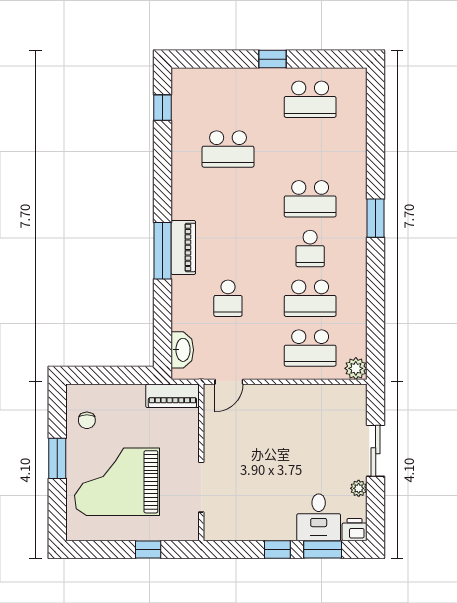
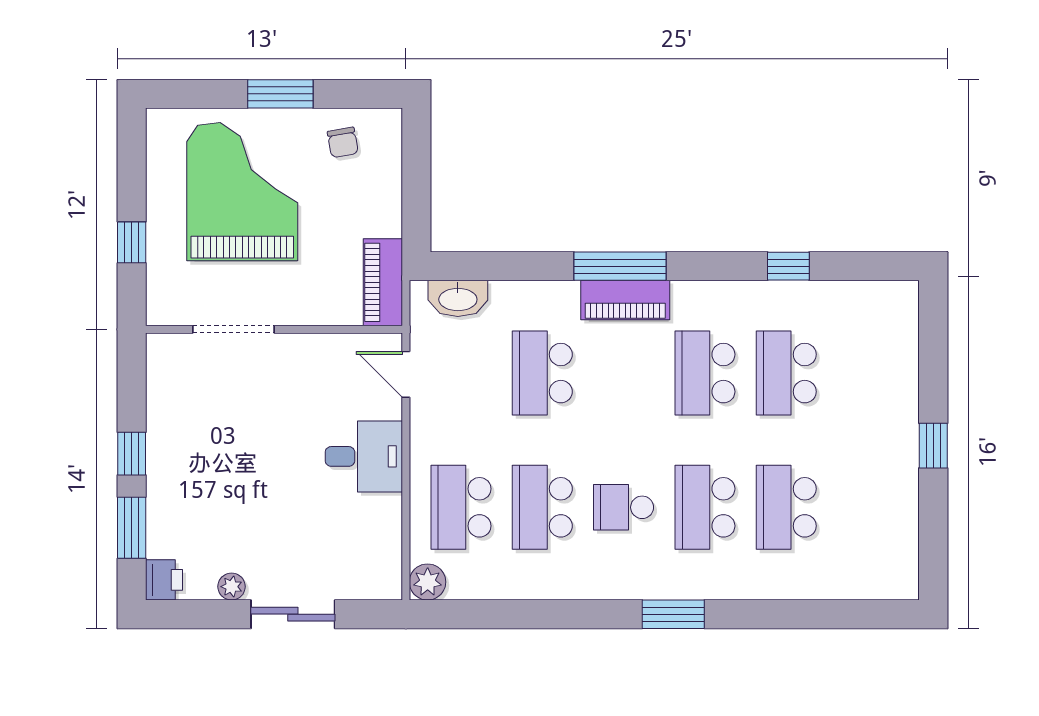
school desk: (310, 99) -> (786, 507), moved
window: (163, 108) -> (788, 266), moved
school desk: (228, 199) -> (705, 373), added
school desk: (228, 298) -> (542, 373), width x1.85
chair: (87, 420) -> (343, 142), turned -100
desk: (319, 517) -> (364, 456), moved, turned 180

